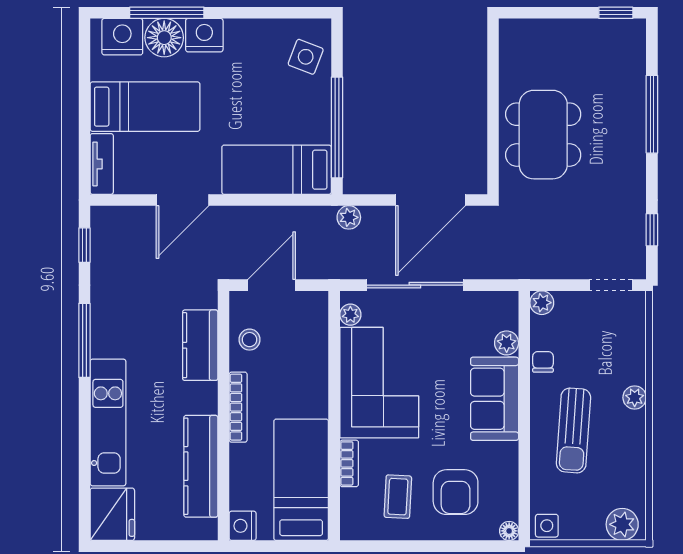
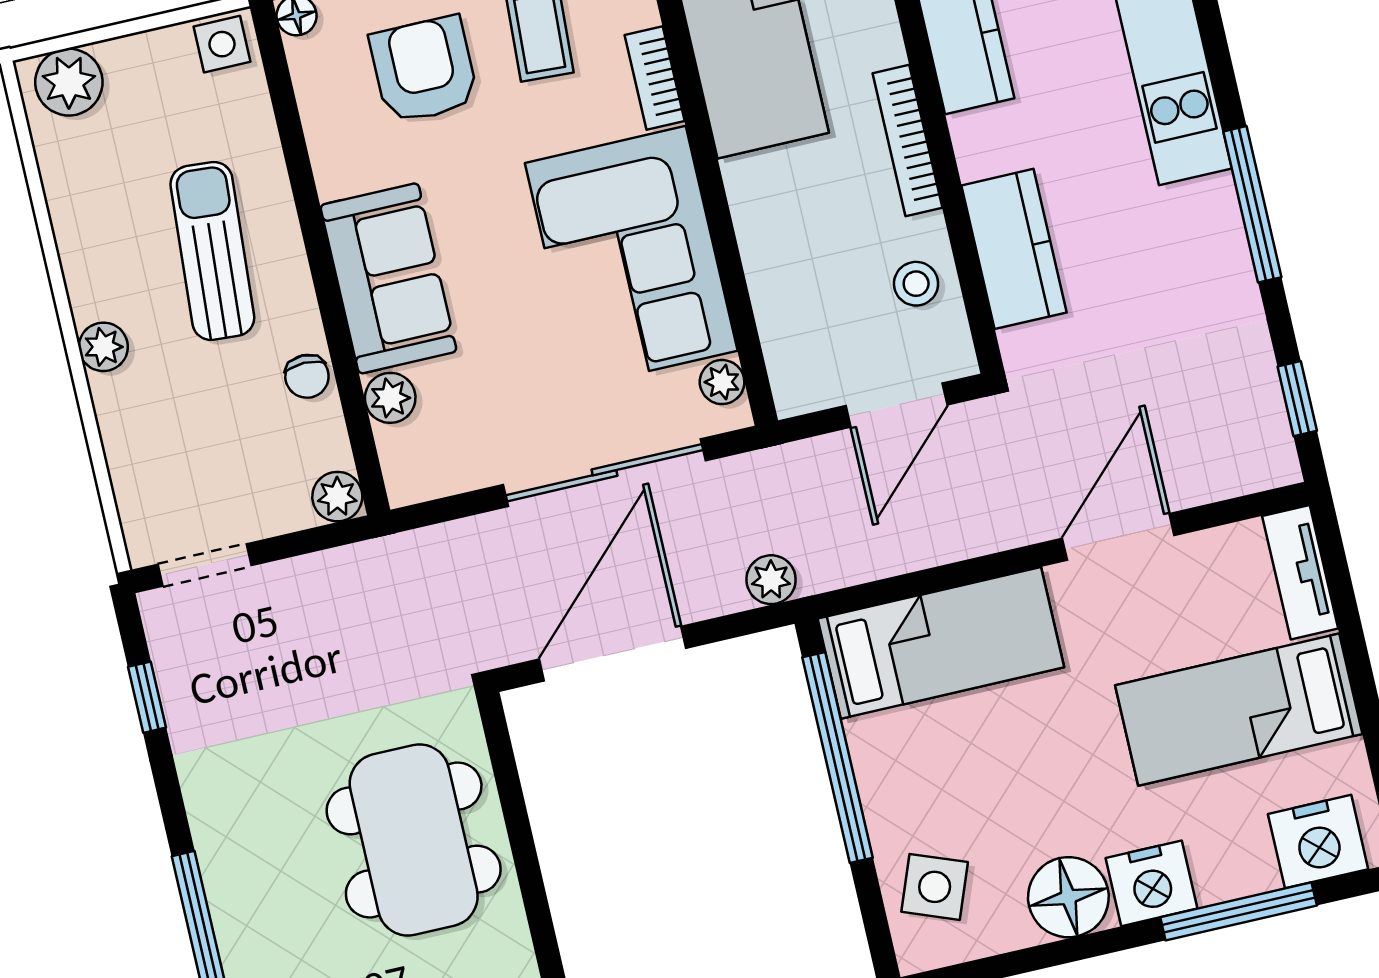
floor lamp: (164, 38) -> (1068, 897), moved

